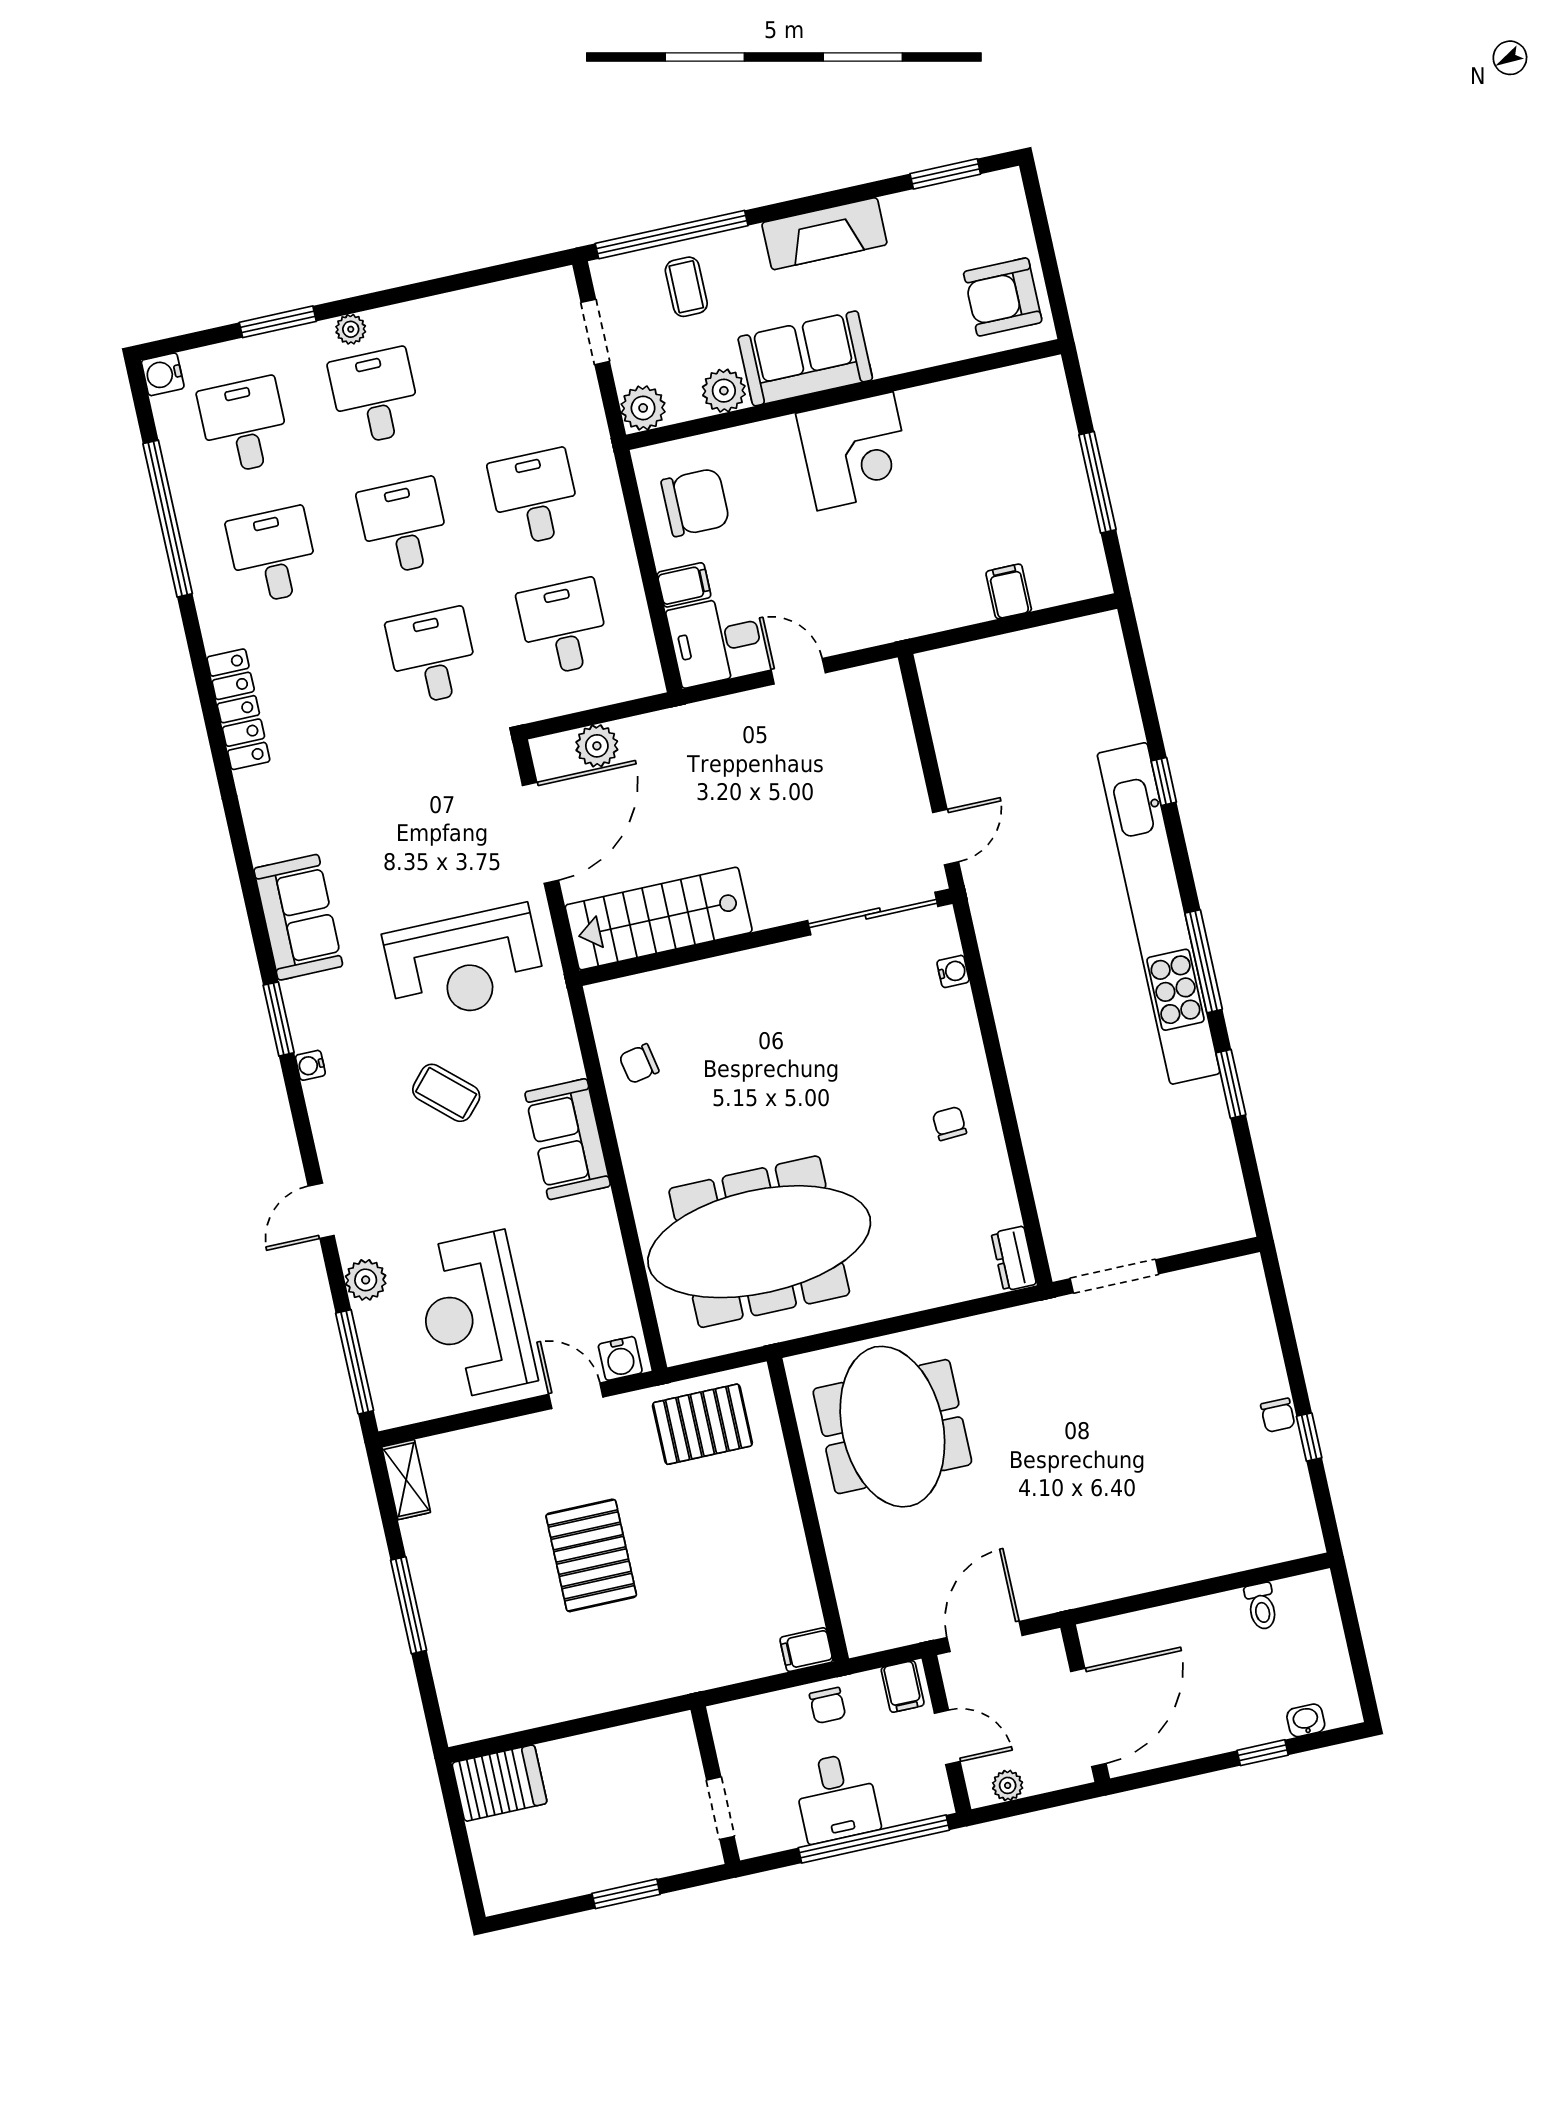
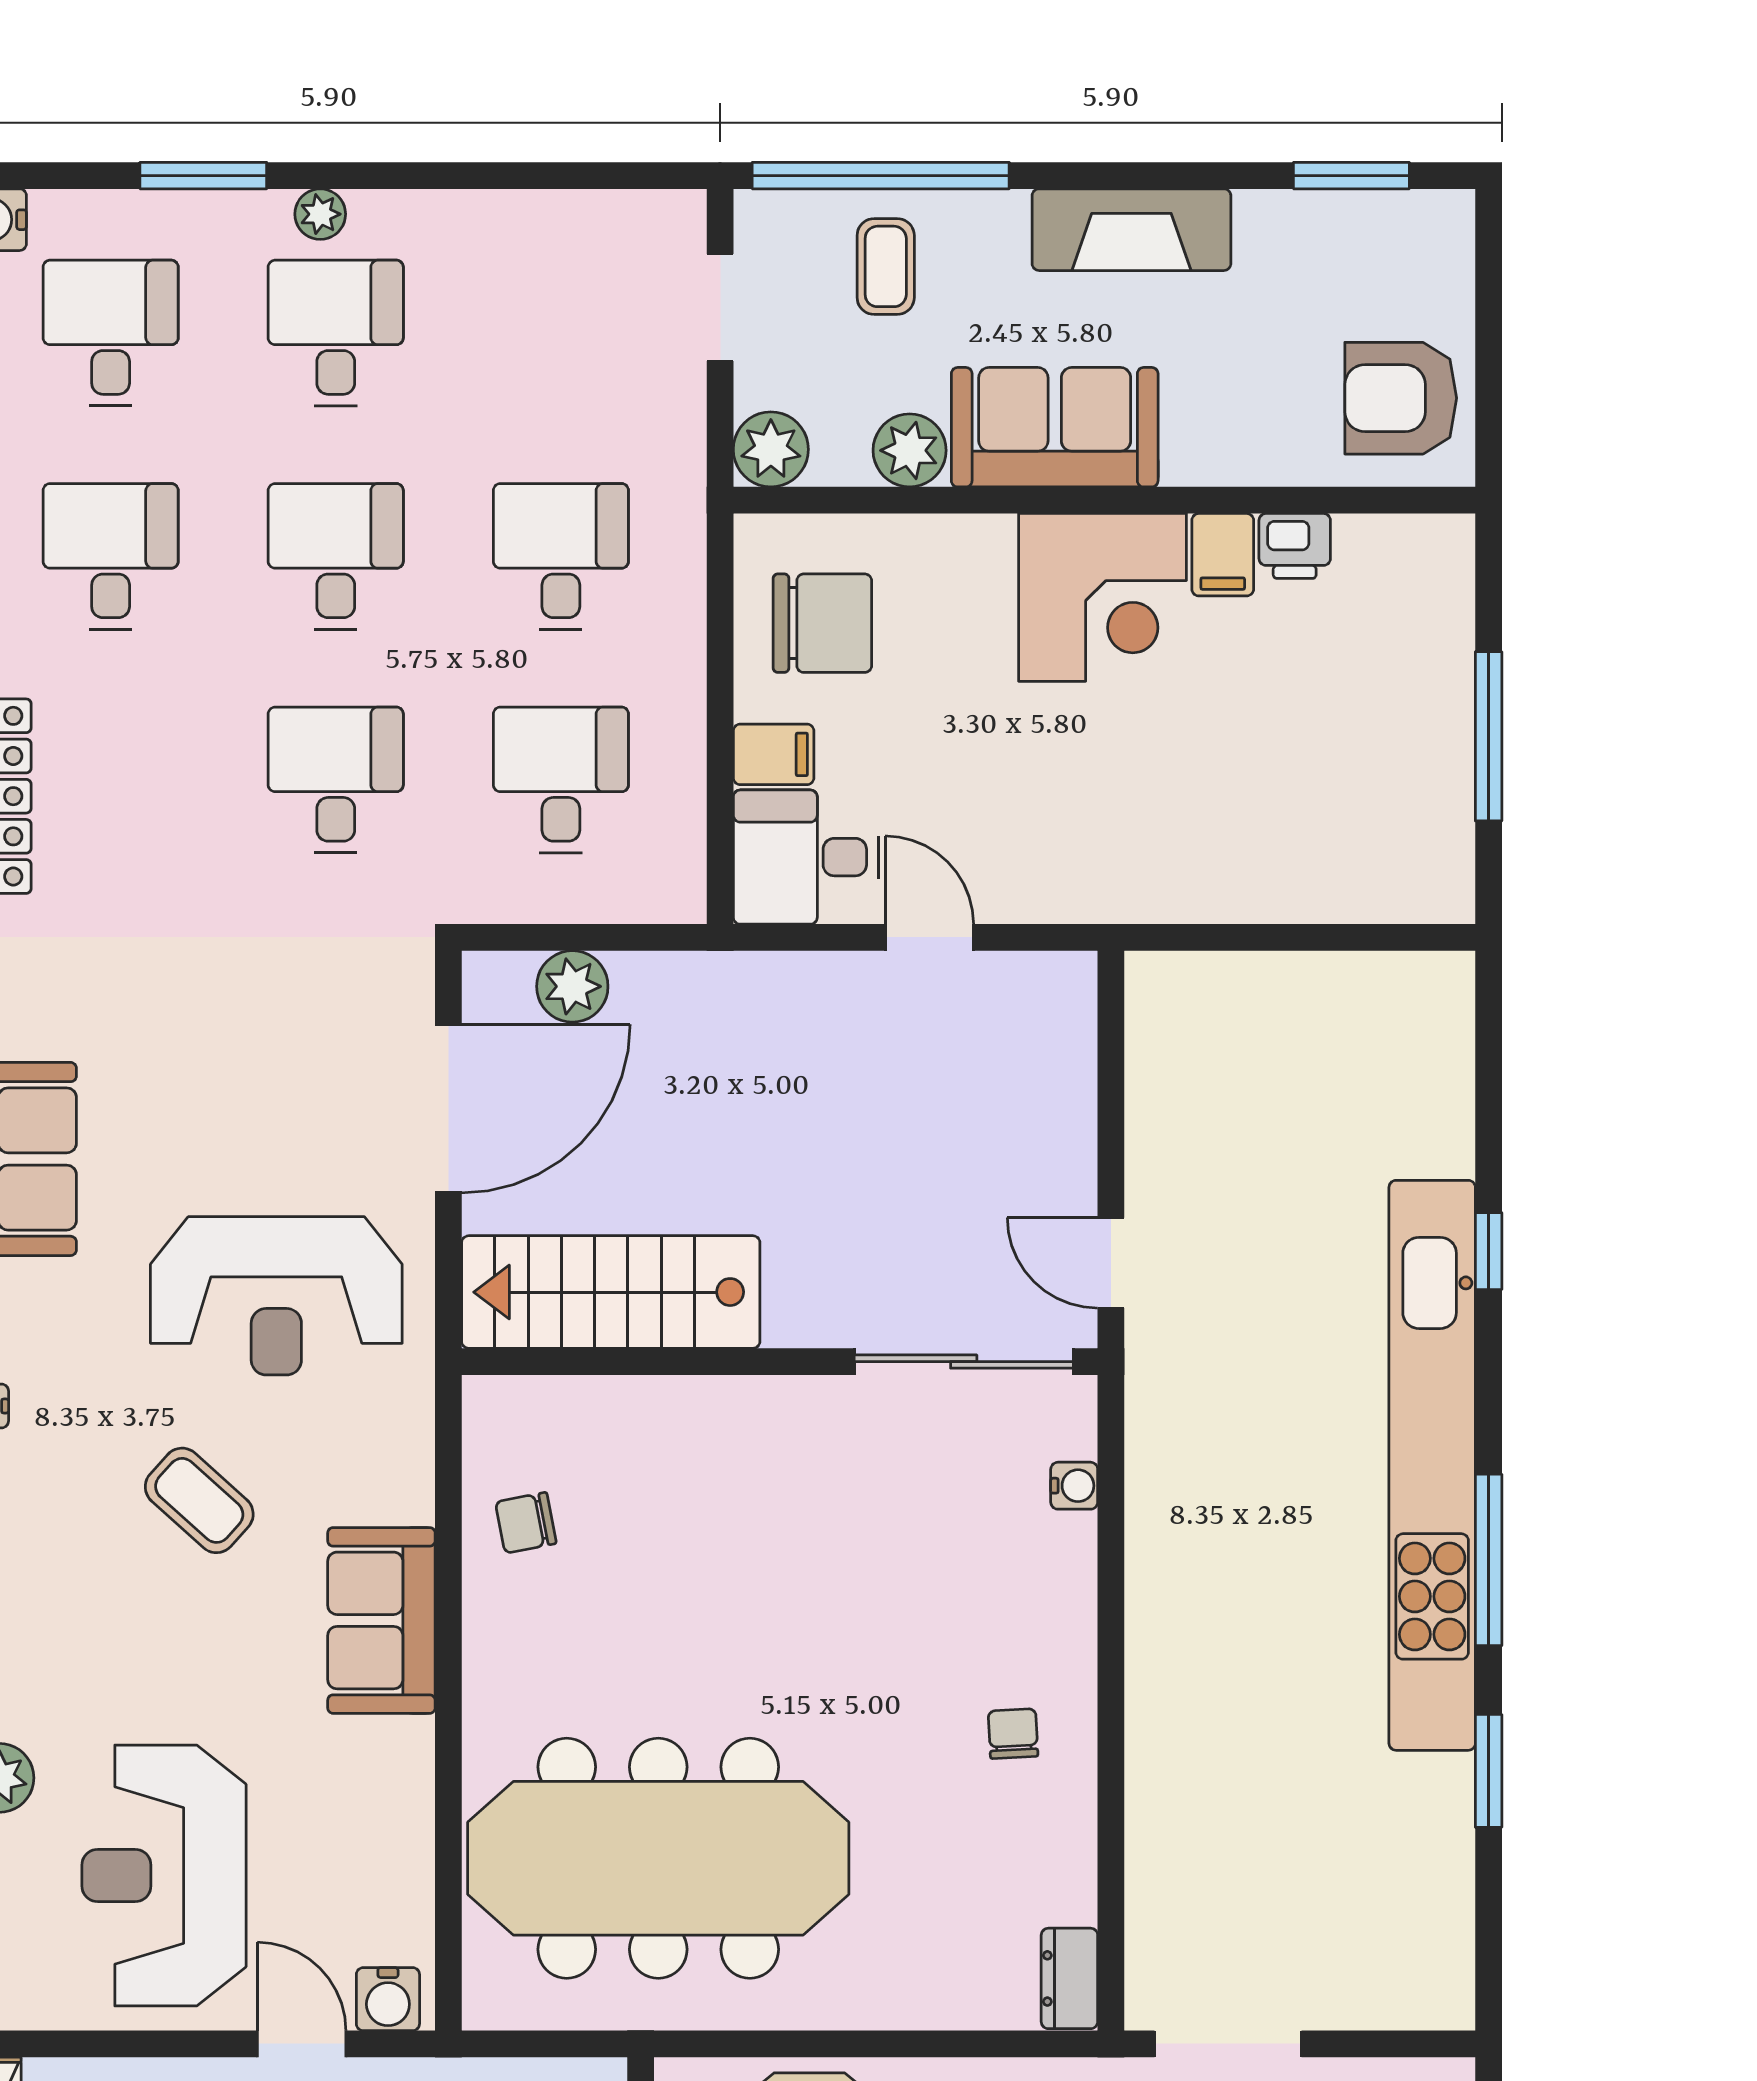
printer: (960, 397) -> (1295, 546), added
filing cabinet: (1009, 591) -> (1223, 555), moved, turned 180
door: (946, 837) -> (1111, 1263), swing flipped

